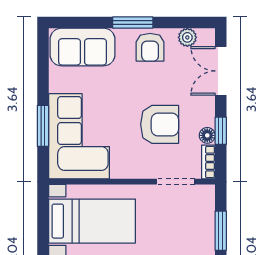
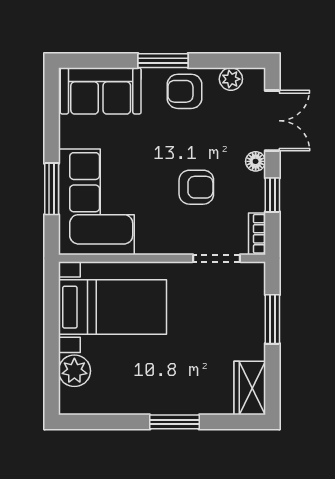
armchair: (150, 47) -> (185, 91), turned 90
double door: (221, 71) -> (272, 121), swing flipped
armchair: (160, 124) -> (196, 187), width x0.72, depth x0.72
floor lamp: (207, 135) -> (256, 161), moved

